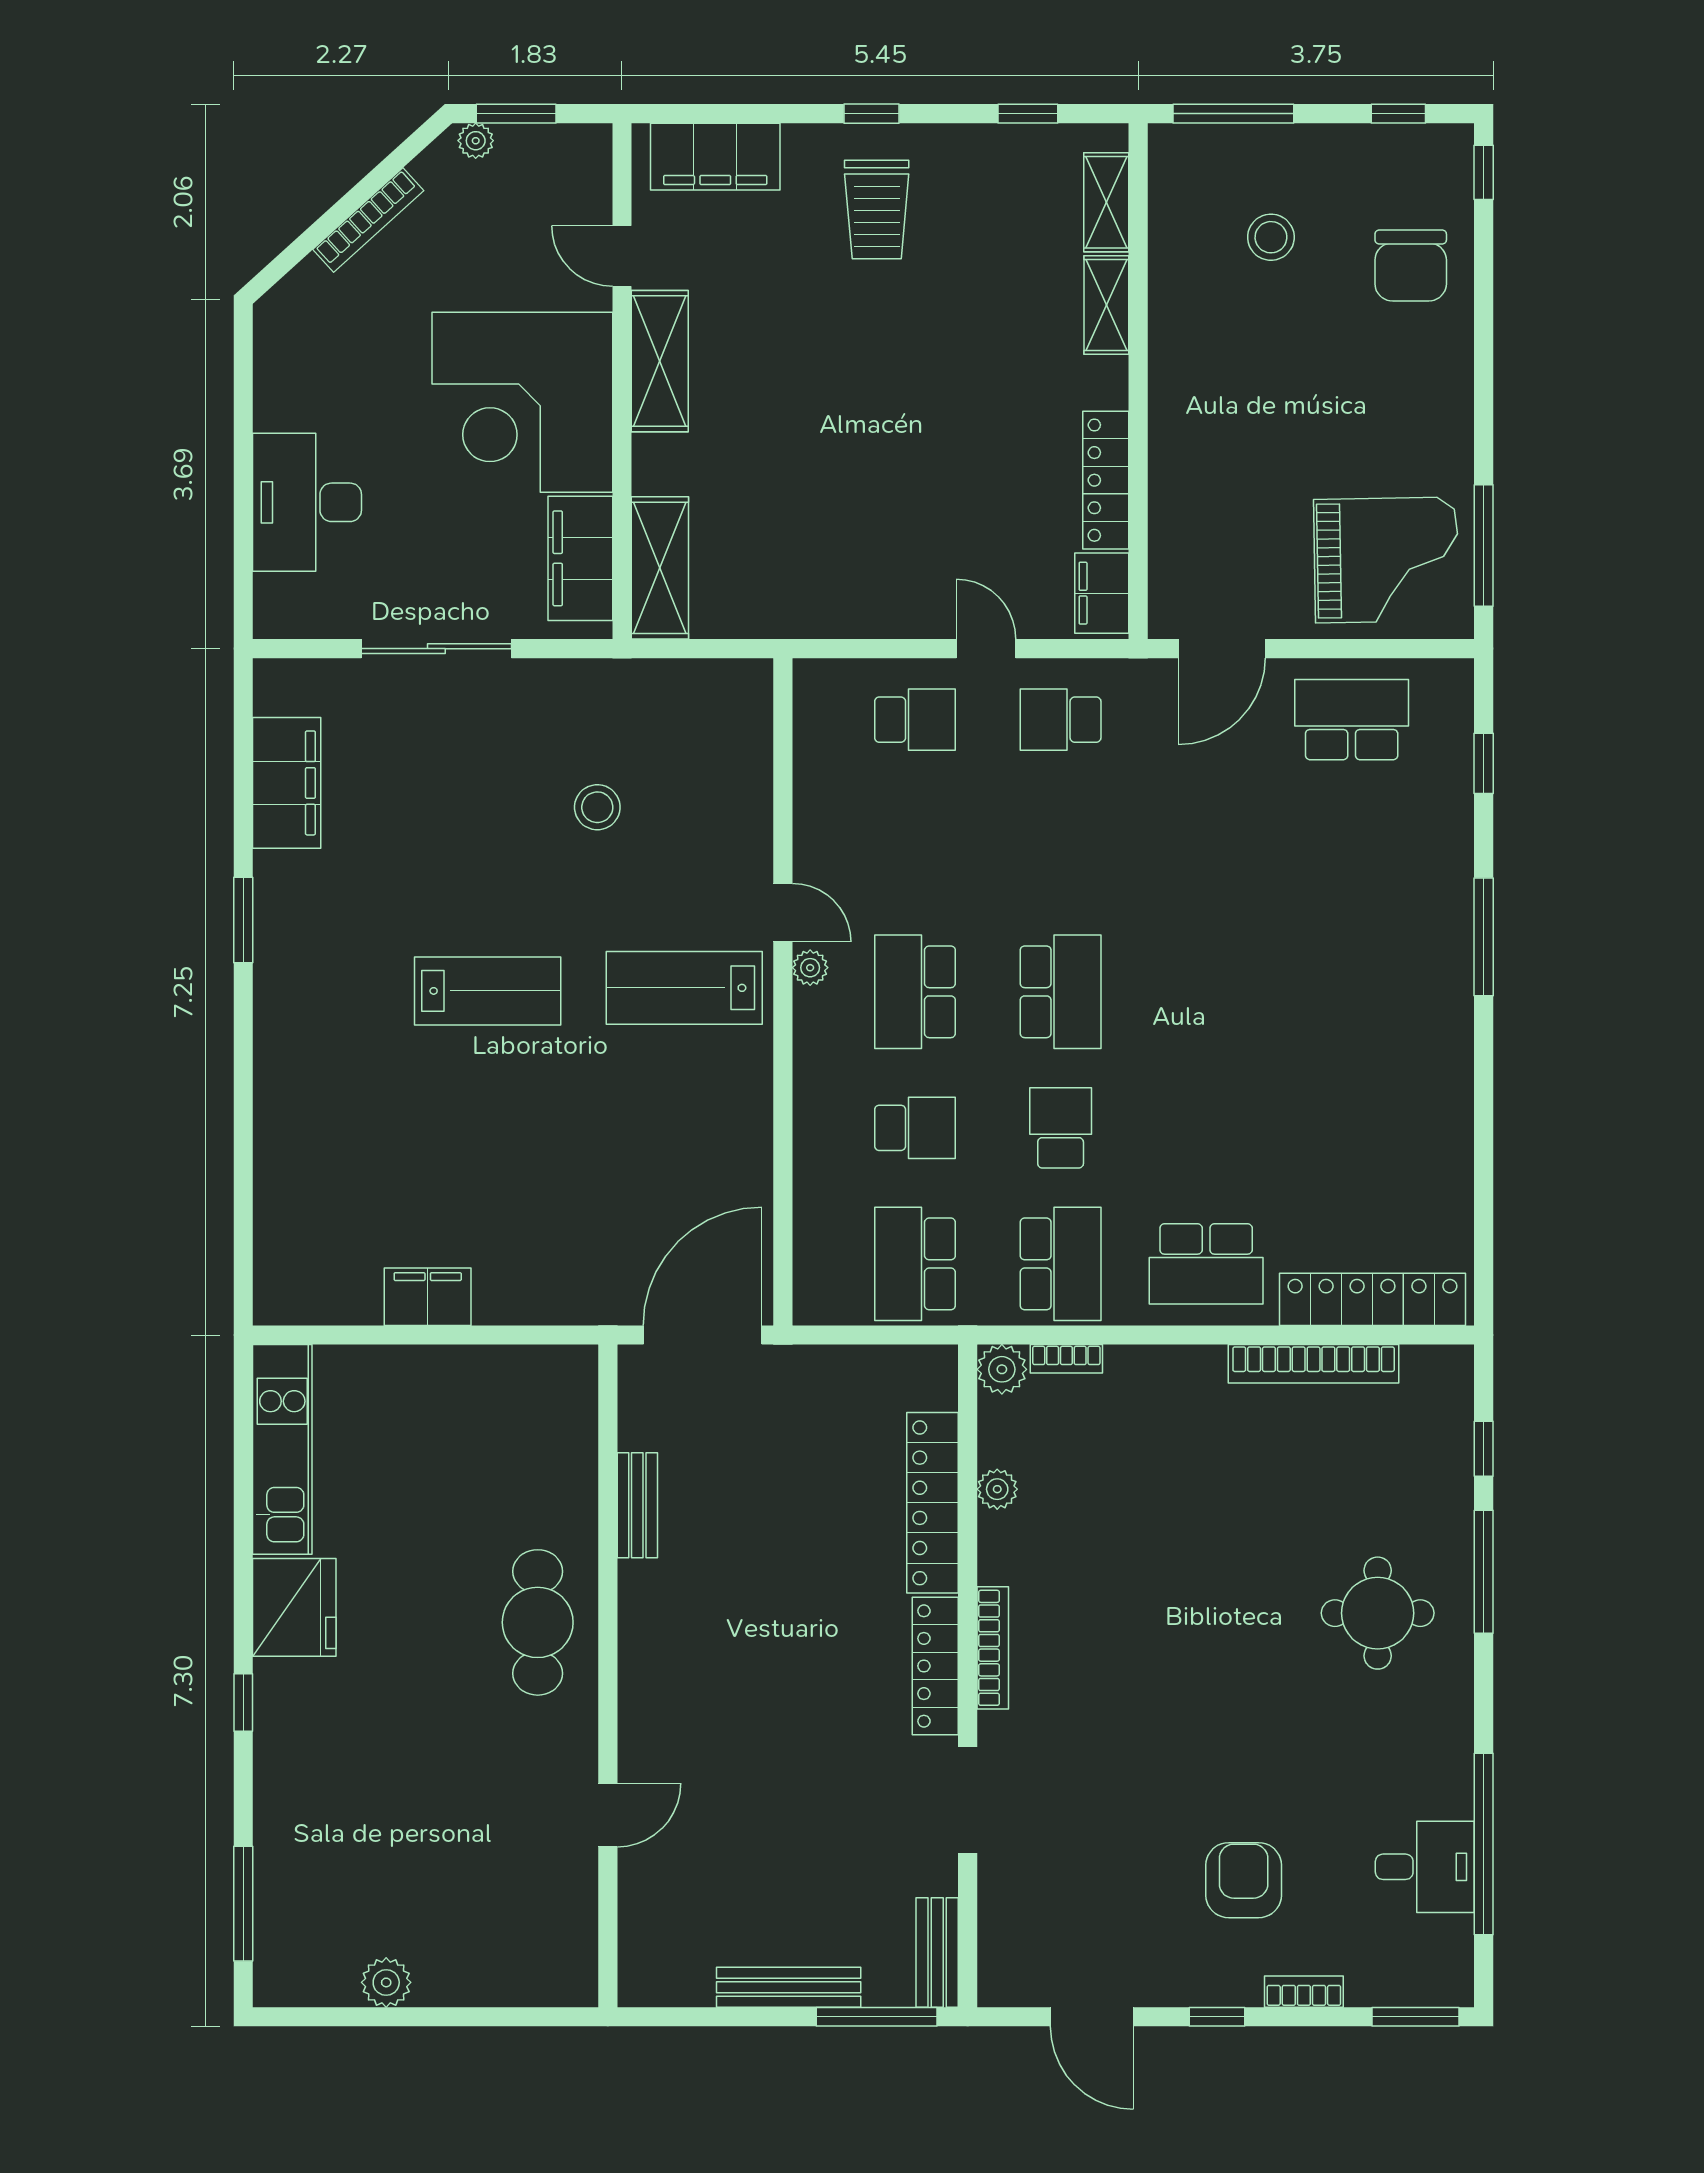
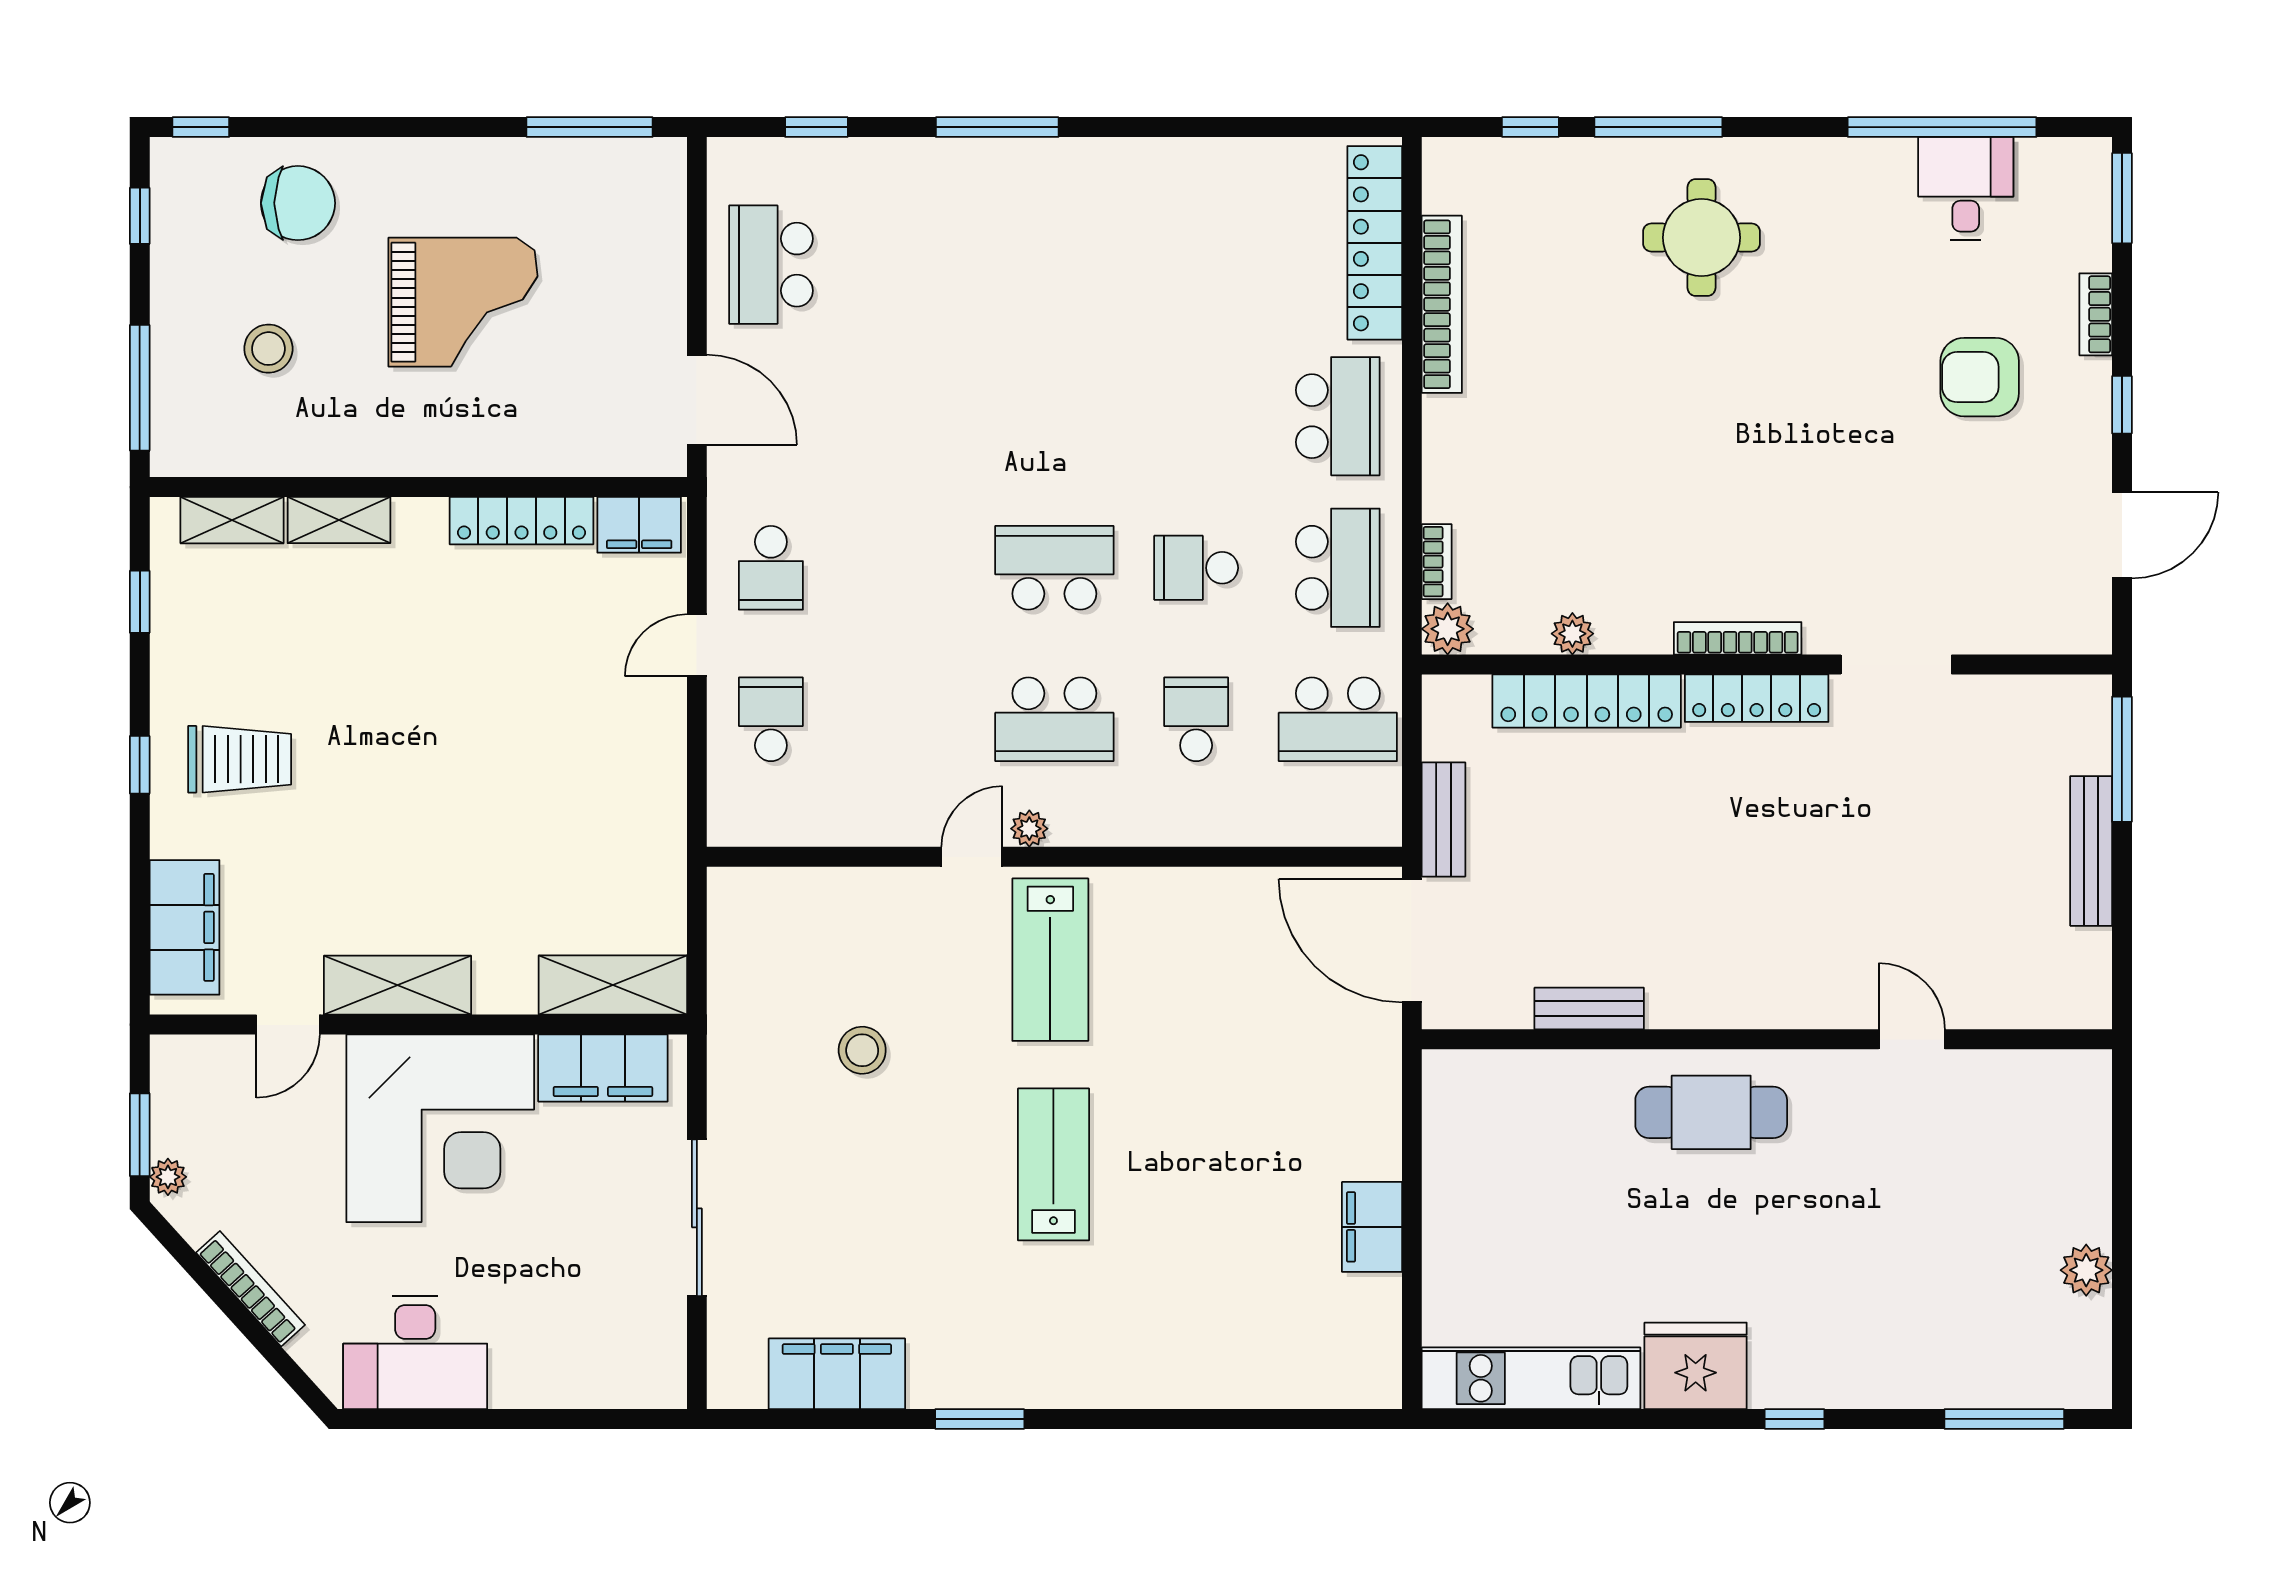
desk: (307, 502) -> (415, 1353), moved
grand piano: (1386, 560) -> (463, 302), moved, turned 91
school desk: (1061, 1264) -> (1338, 568), turned 90
bench: (937, 1952) -> (1444, 819), moved, turned 90

